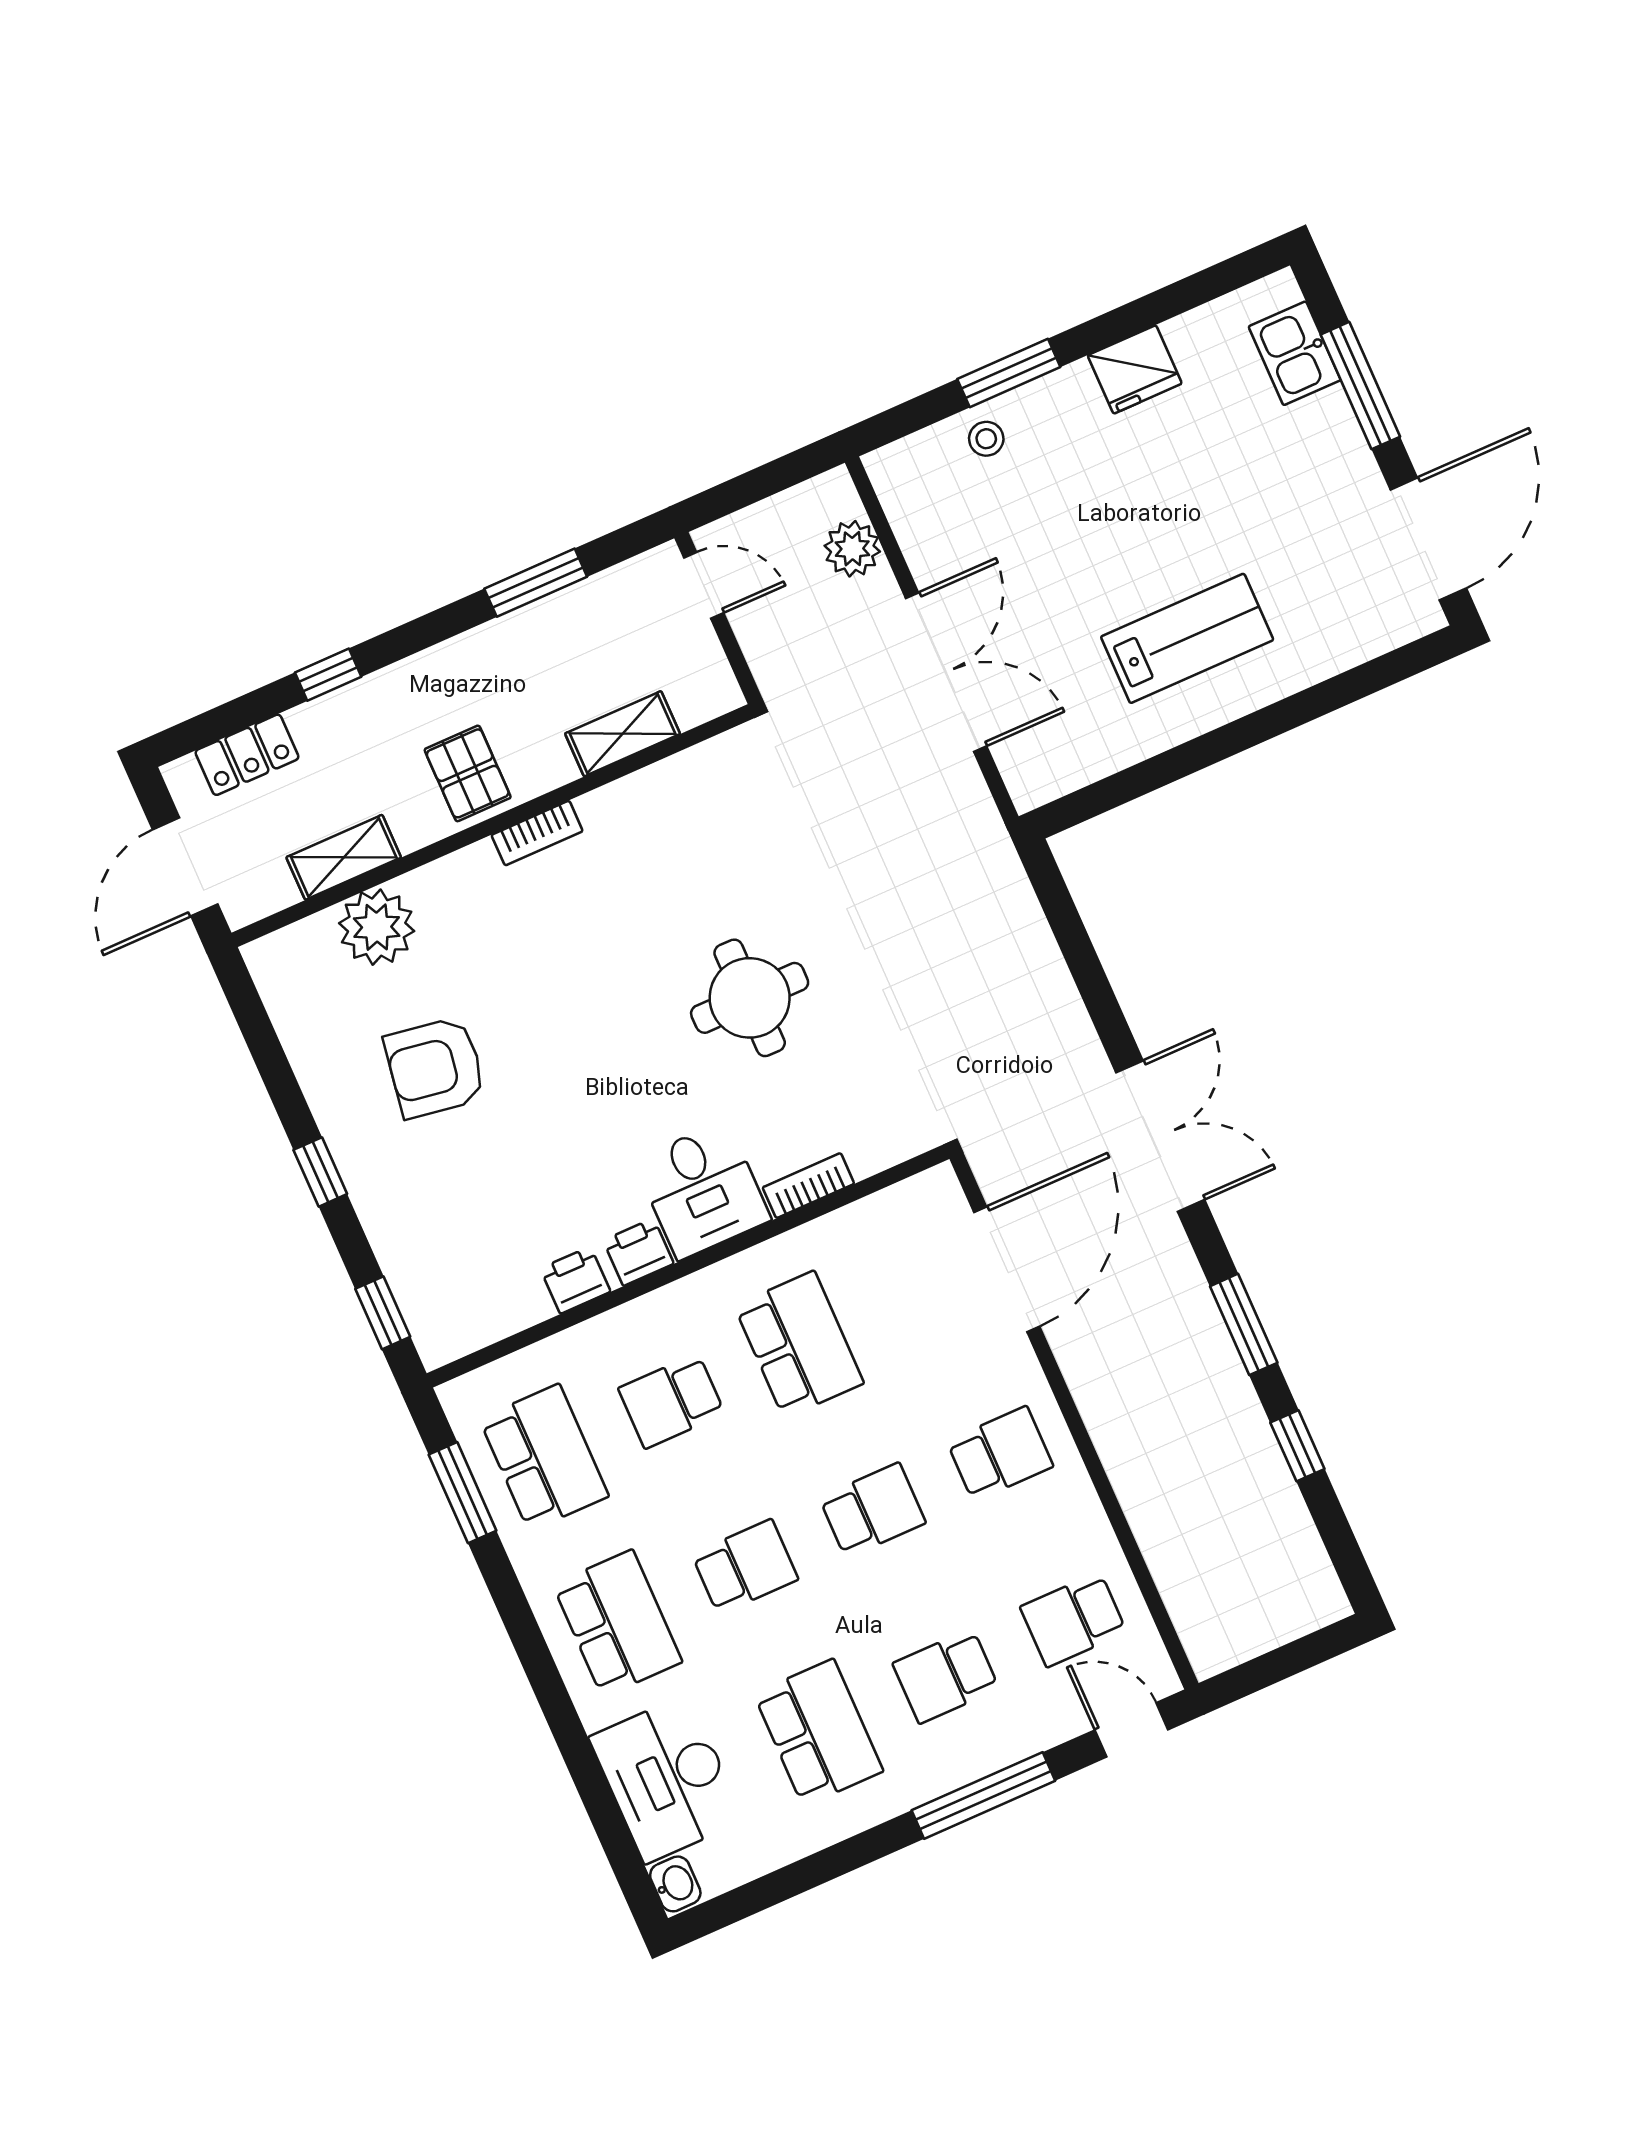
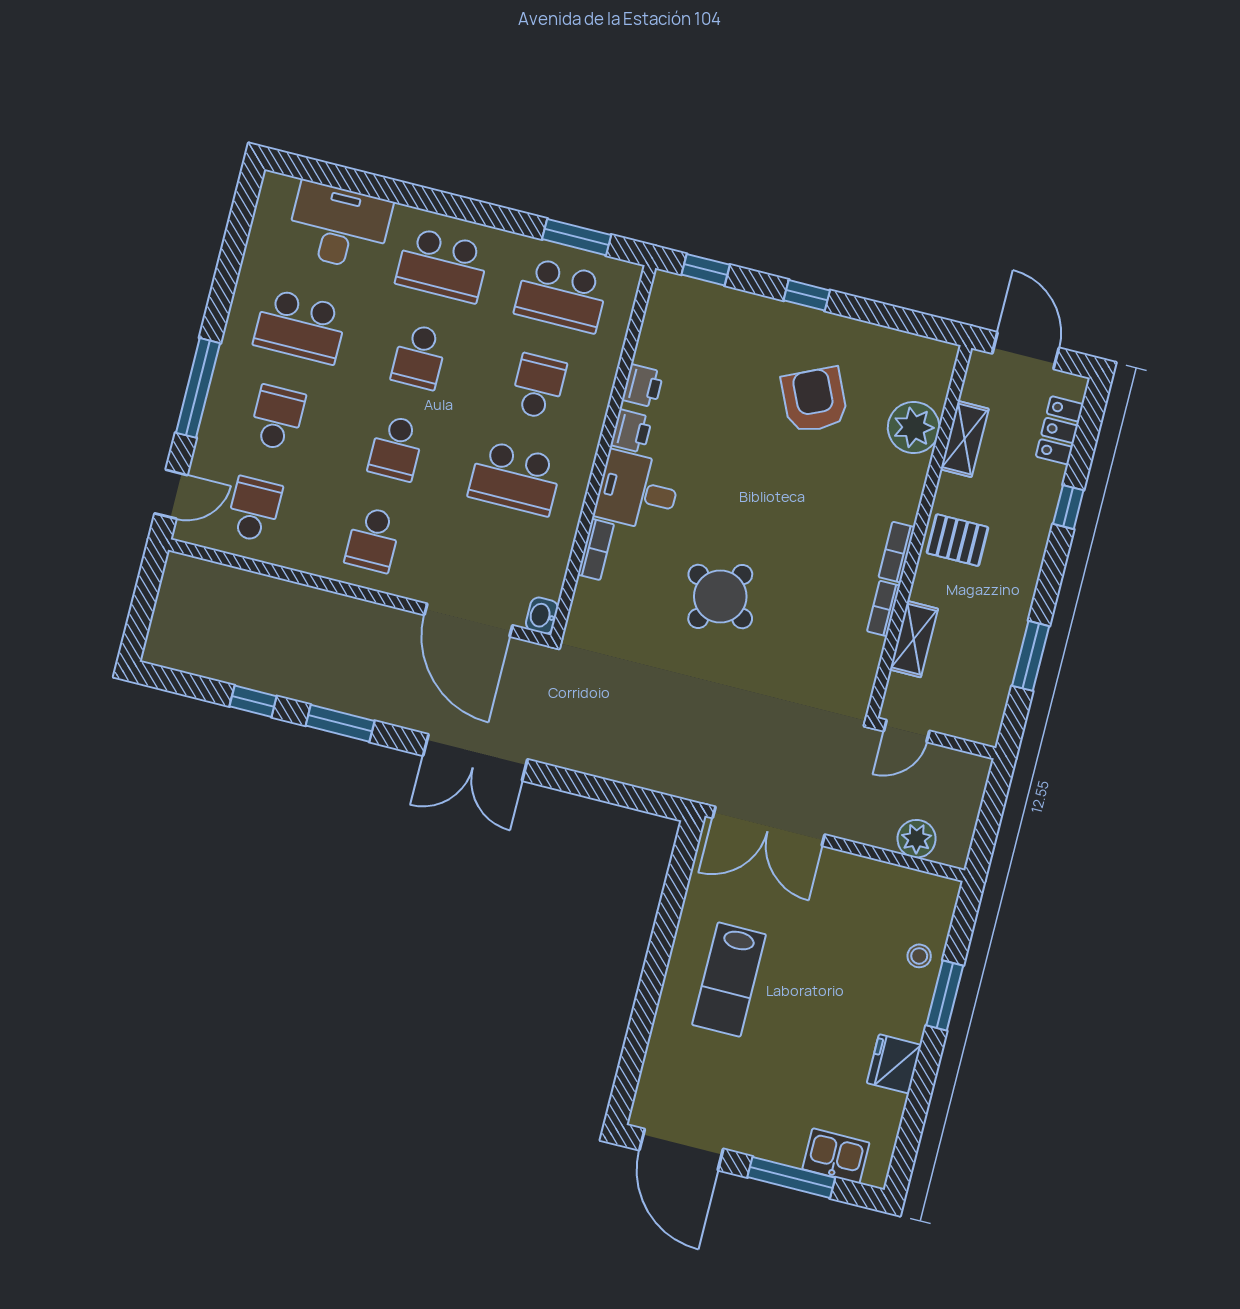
door: (704, 585) -> (907, 731), moved
double door: (946, 672) -> (769, 826), moved
bookcase: (615, 797) -> (884, 609), added
round table: (750, 998) -> (720, 596), turned 31
armchair: (435, 1067) -> (814, 400), turned -34
washbasin: (675, 1884) -> (542, 616), moved, turned 90

